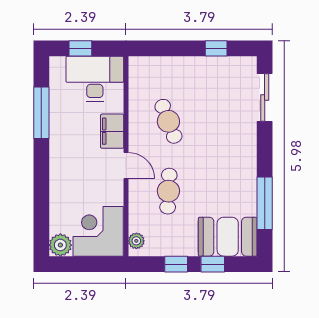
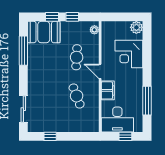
corner desk: (98, 231) -> (129, 54), moved, turned 90

